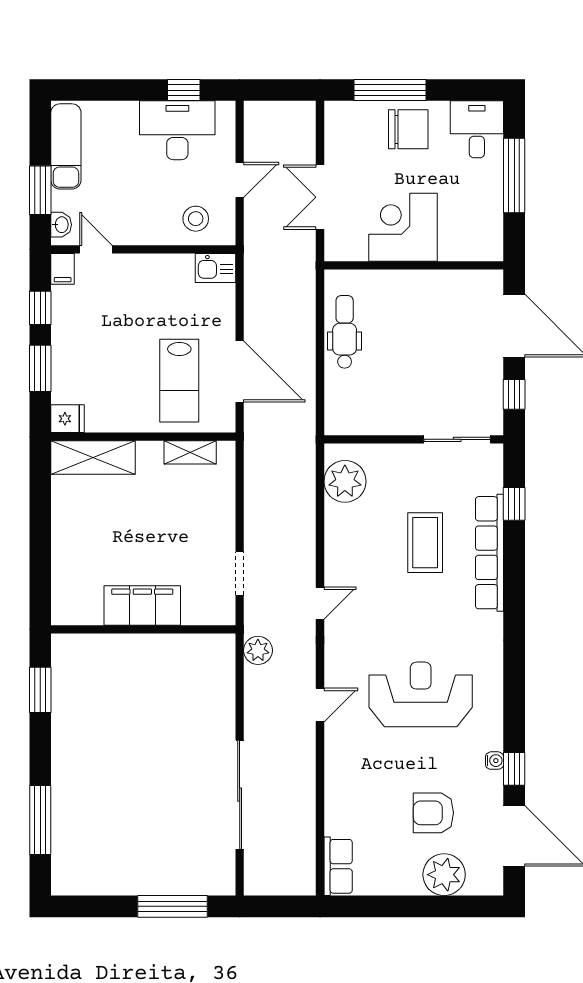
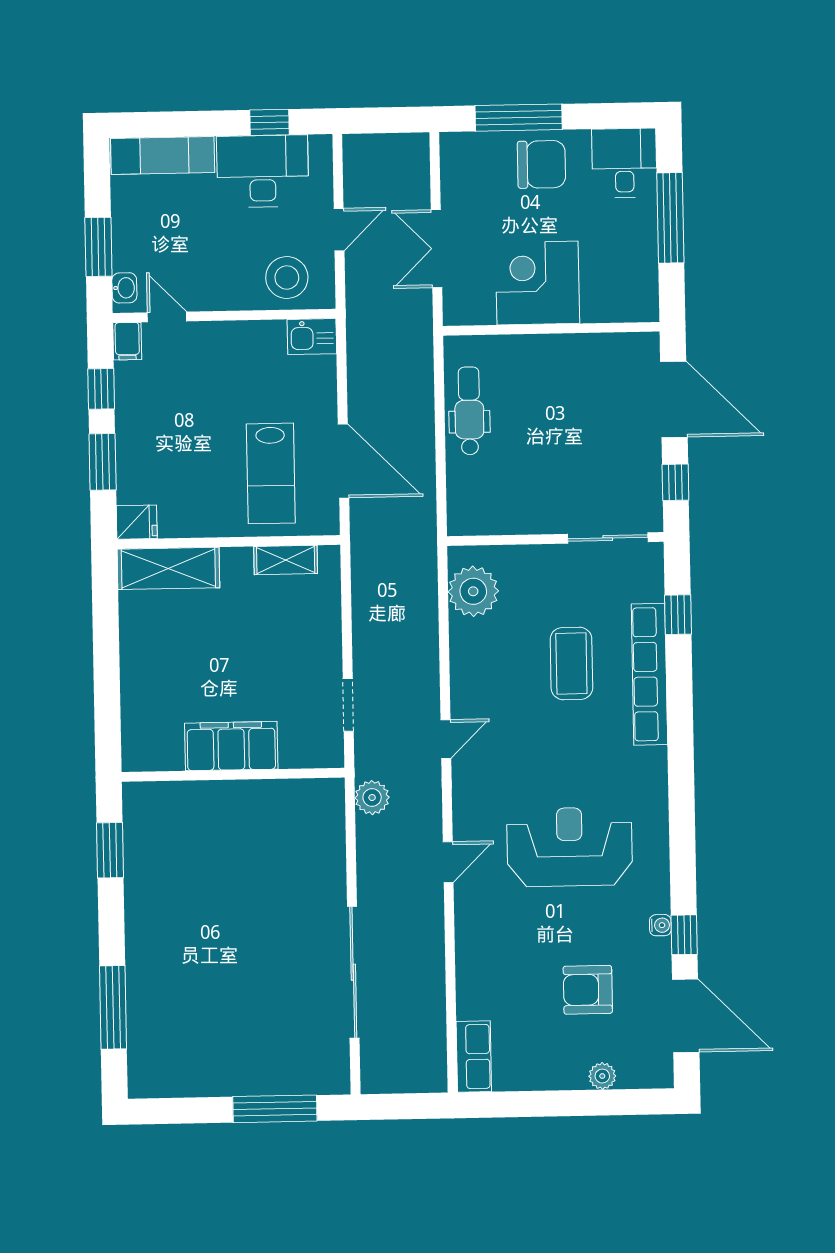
exam couch: (66, 146) -> (163, 155), moved, turned 90
stool: (196, 219) -> (287, 278), width x1.38, depth x1.38
plant: (444, 875) -> (602, 1076), width x0.53, depth x0.53

